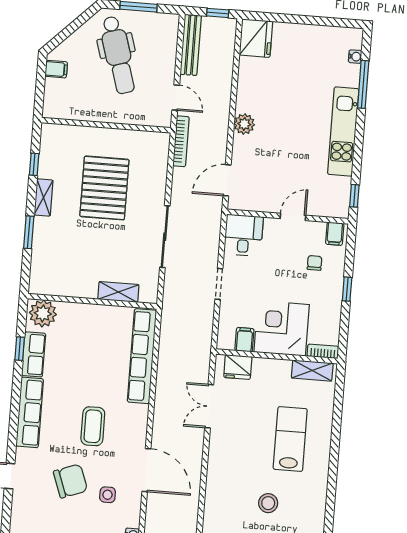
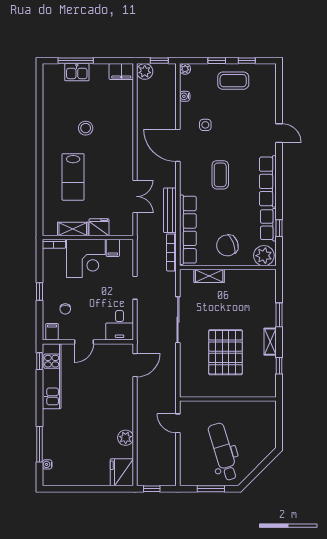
bench: (191, 45) -> (170, 210), moved
filing cabinet: (56, 69) -> (268, 438), removed
plant: (244, 124) -> (126, 438), moved
kitchen unit: (343, 132) -> (52, 376), moved
bookcase: (181, 141) -> (171, 252), moved
fridge: (238, 367) -> (99, 227), moved
shelving: (312, 371) -> (73, 229), moved
chair: (70, 481) -> (227, 245), moved

